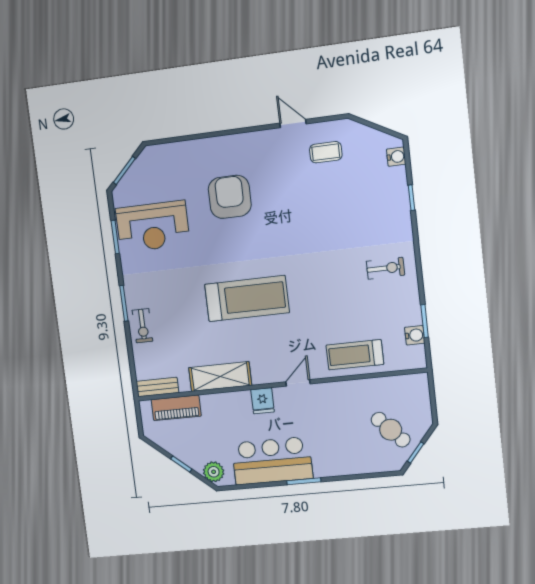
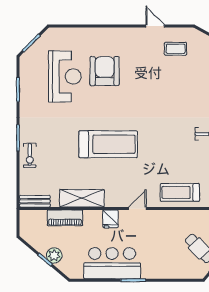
reception desk: (153, 226) -> (65, 76), moved, turned -90
piano: (176, 408) -> (65, 218), moved
plant: (214, 472) -> (54, 255), moved

